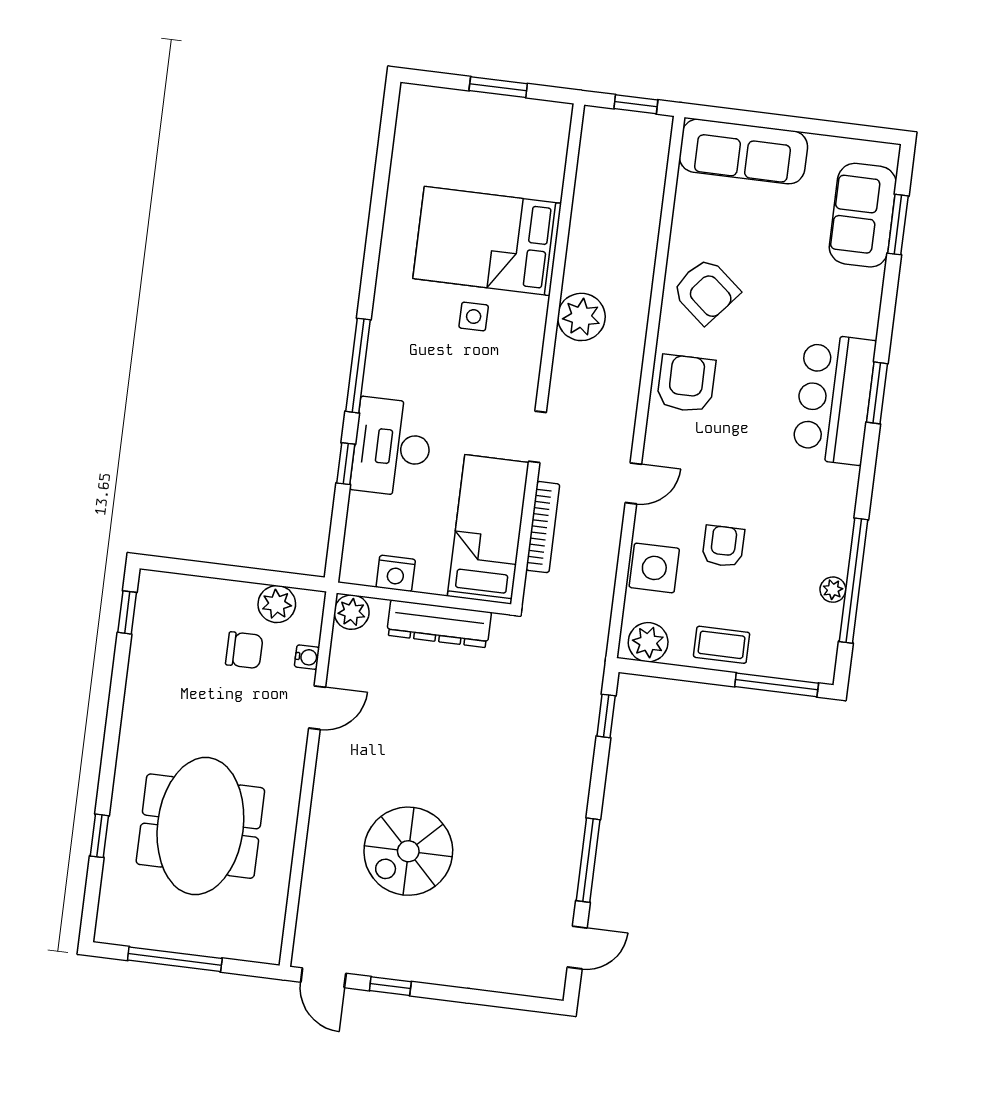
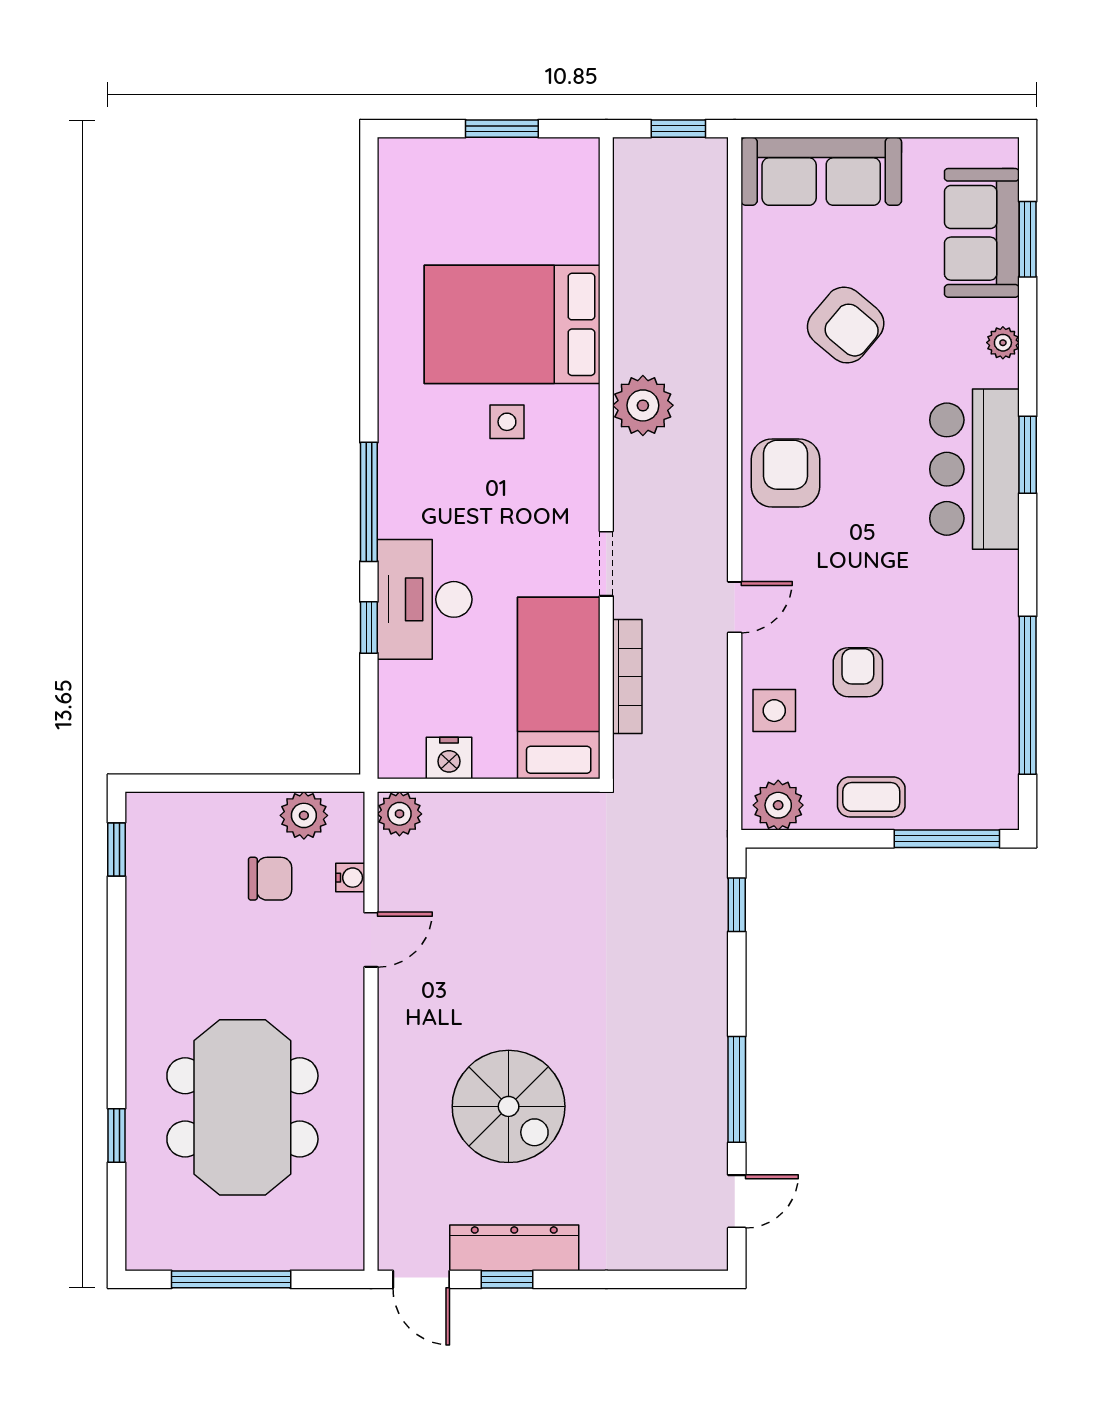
armchair: (706, 291) -> (846, 325), moved
side table: (654, 568) -> (774, 711), width x0.73, depth x0.73
plant: (833, 590) -> (1003, 343), moved
dresser: (439, 624) -> (514, 1248), moved, turned 180
spiral stairs: (408, 851) -> (509, 1106), turned -90

